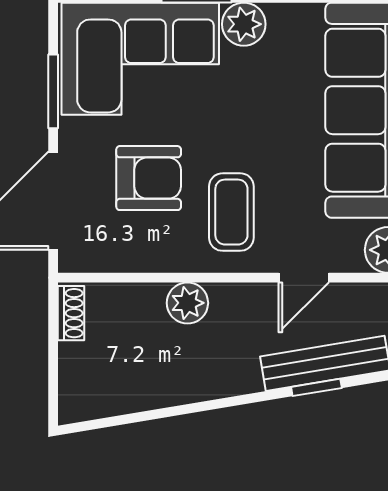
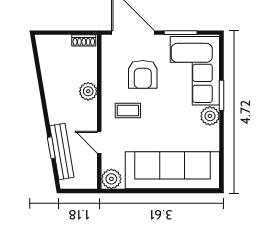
coffee table: (231, 212) -> (128, 111), width x0.73, depth x0.77

